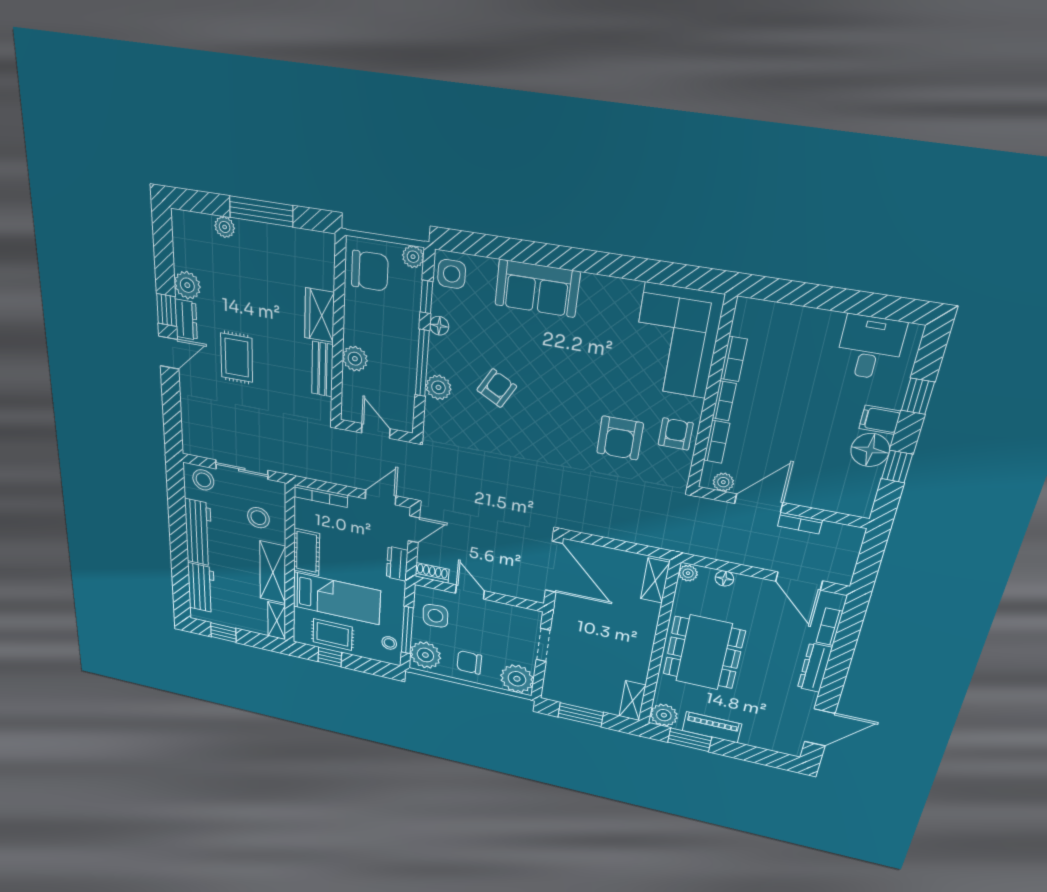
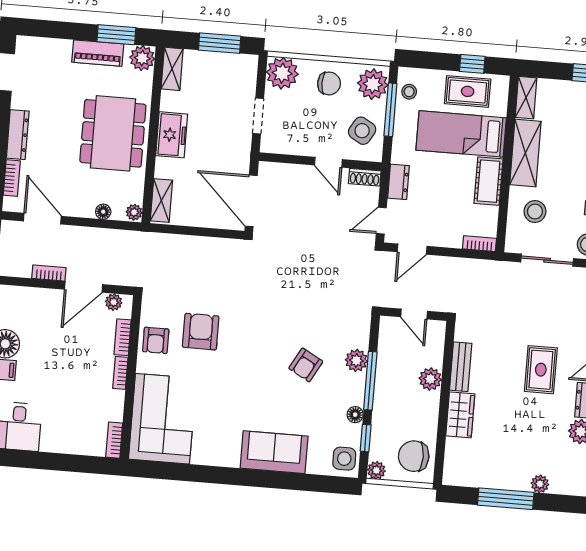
bookcase: (734, 359) -> (114, 440), moved
bookcase: (321, 496) -> (479, 244), width x0.64
side table: (435, 616) -> (362, 131), turned 34
freezer: (638, 642) -> (172, 135), added

